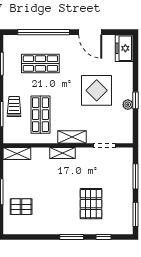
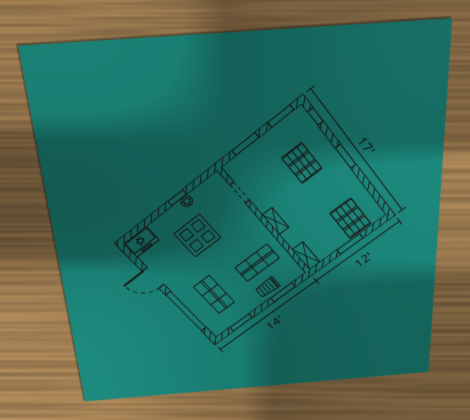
door: (90, 32) -> (153, 278), swing flipped
shelving: (72, 137) -> (255, 224), removed
pallet: (91, 204) -> (302, 163), turned 90
pallet: (21, 207) -> (350, 218), width x1.50, depth x1.42
window: (104, 237) -> (315, 116), moved

